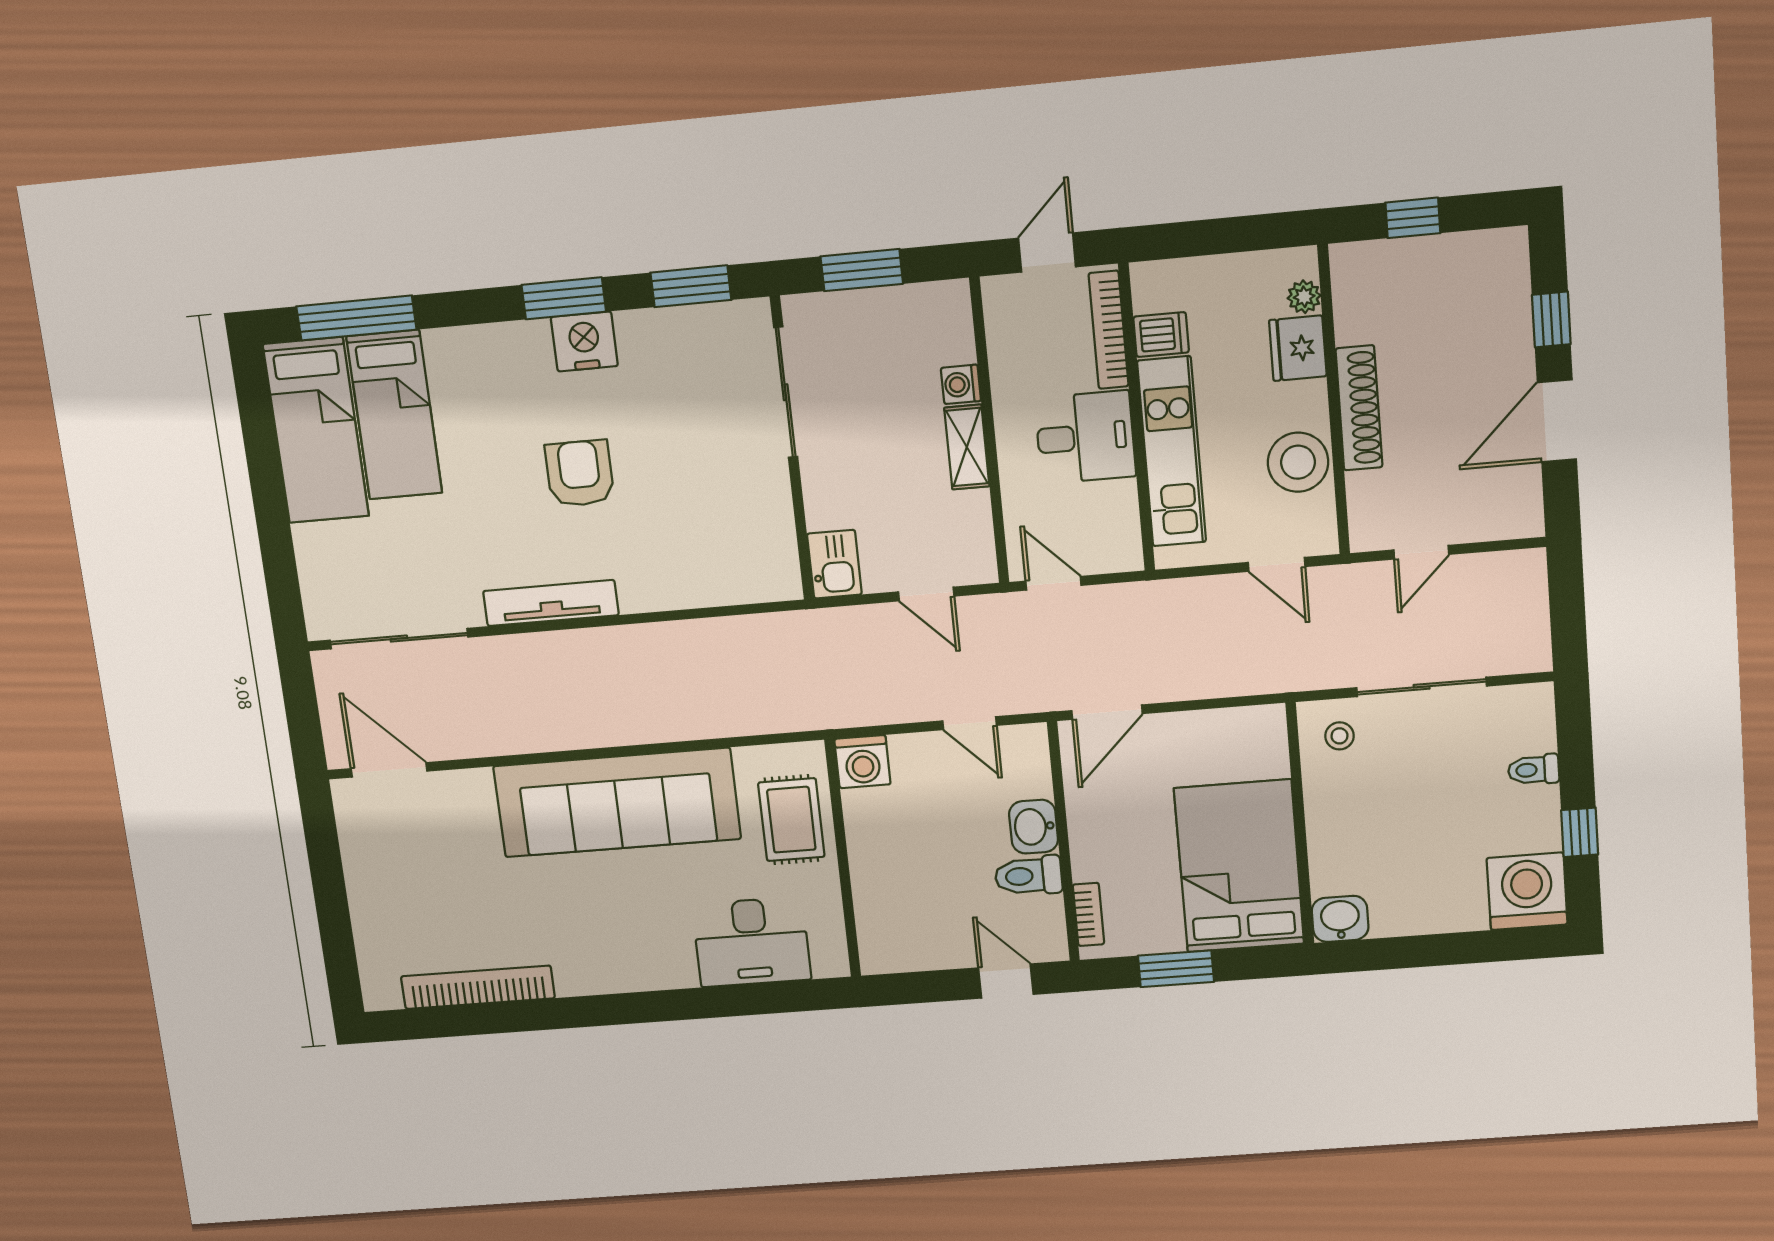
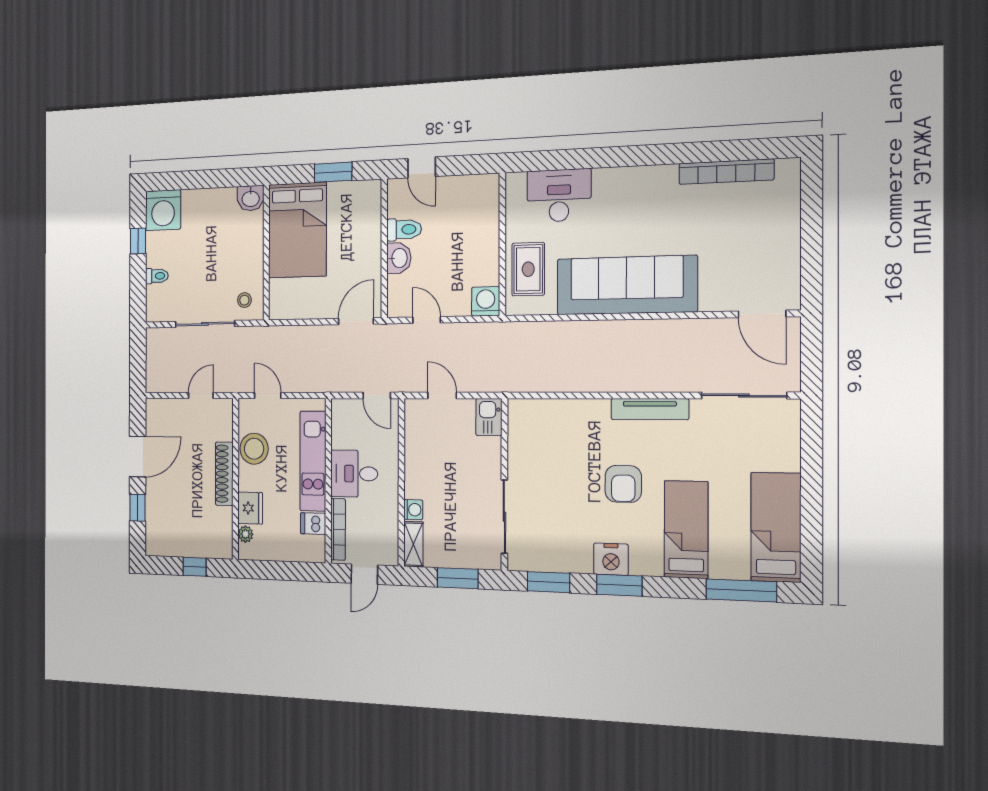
bed: (394, 415) -> (686, 530), moved
shelving: (967, 447) -> (413, 544), moved
bookcase: (1088, 914) -> (375, 206), removed

